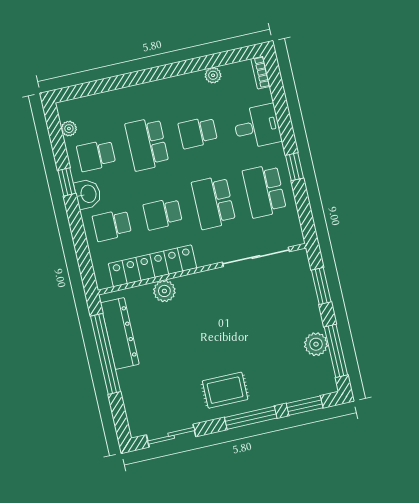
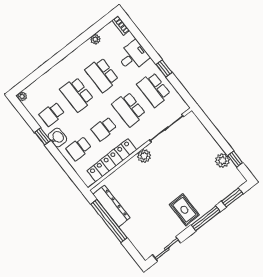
plant: (69, 129) -> (22, 97), moved
school desk: (198, 132) -> (102, 75), width x1.85
window: (321, 286) -> (210, 127), removed
plant: (164, 291) -> (144, 156), moved
window: (336, 351) -> (235, 159), width x0.46
rug: (225, 390) -> (184, 210), turned 90

